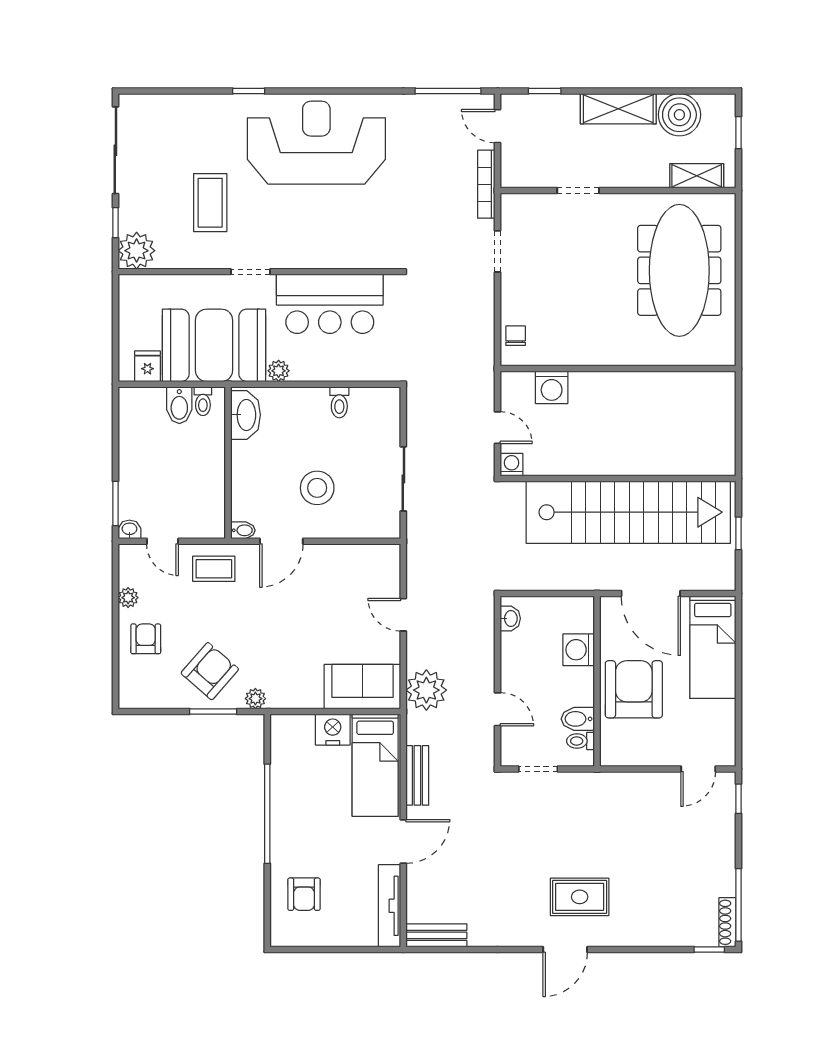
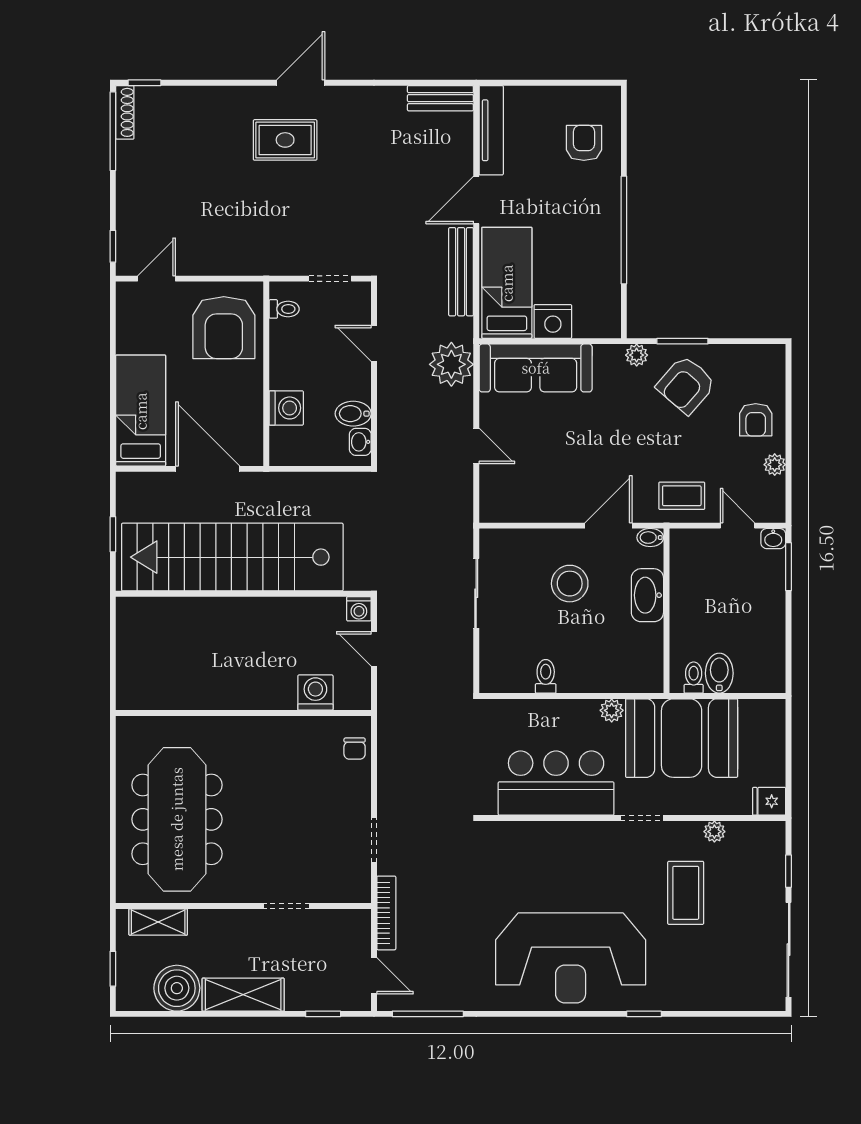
plant: (137, 251) -> (714, 832), moved, width x0.53, depth x0.53
fridge: (147, 366) -> (769, 801), moved, turned 90
washbasin: (245, 415) -> (647, 595), moved
sofa: (362, 687) -> (536, 368), width x1.36
armchair: (634, 689) -> (224, 328), moved
bidet: (578, 719) -> (353, 414), moved, turned 180
bench: (417, 775) -> (461, 272), width x1.36

